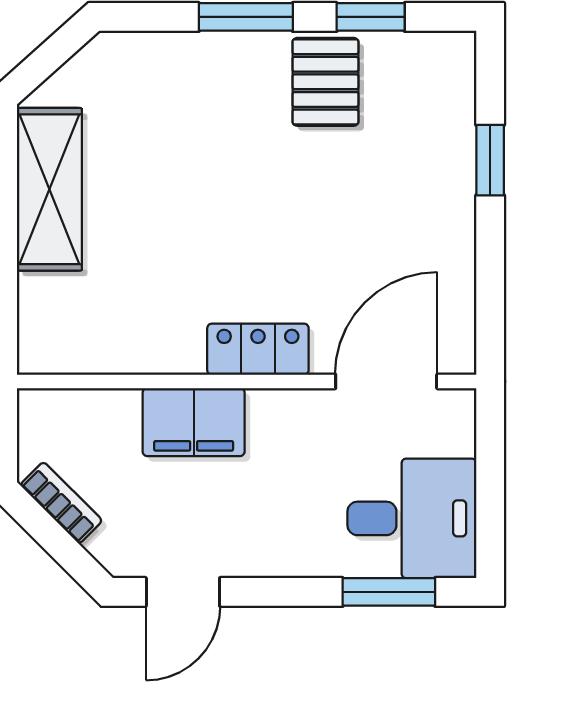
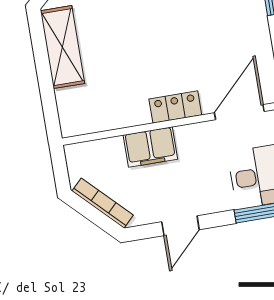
bookcase: (61, 503) -> (103, 203), width x1.56
door: (183, 592) -> (180, 226), moved

